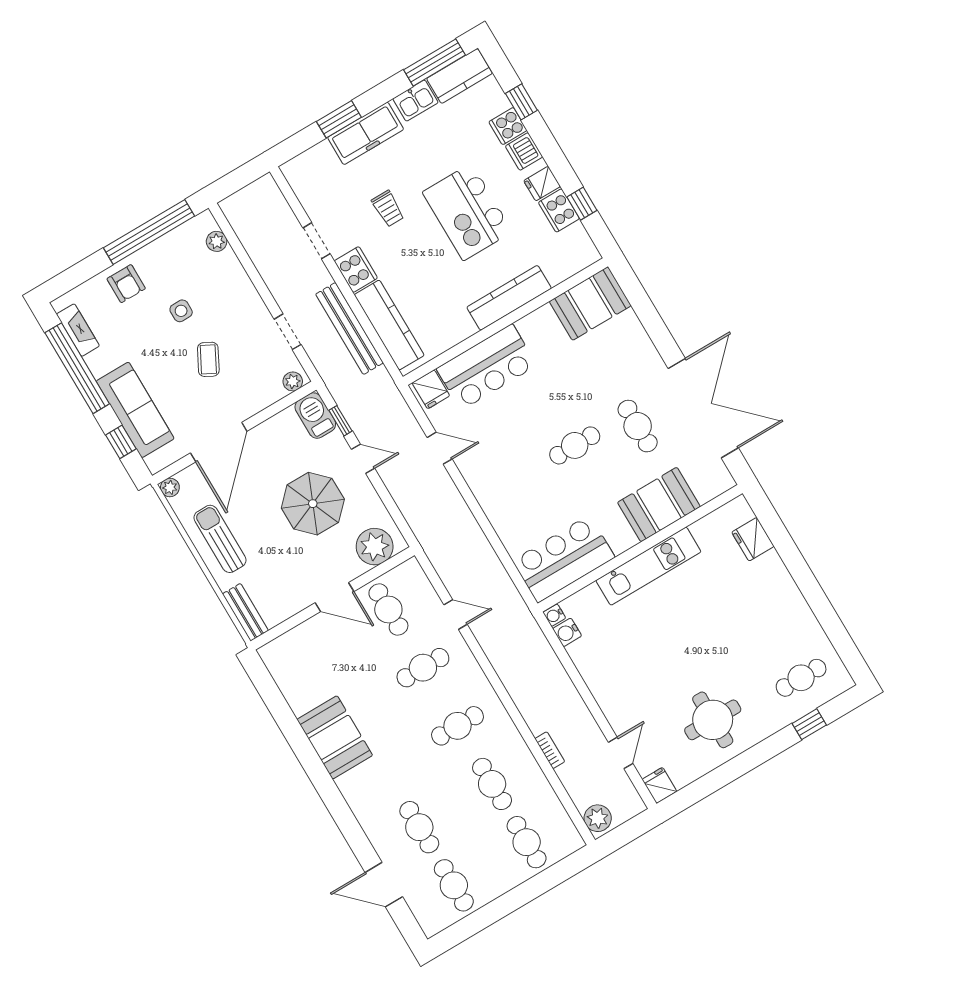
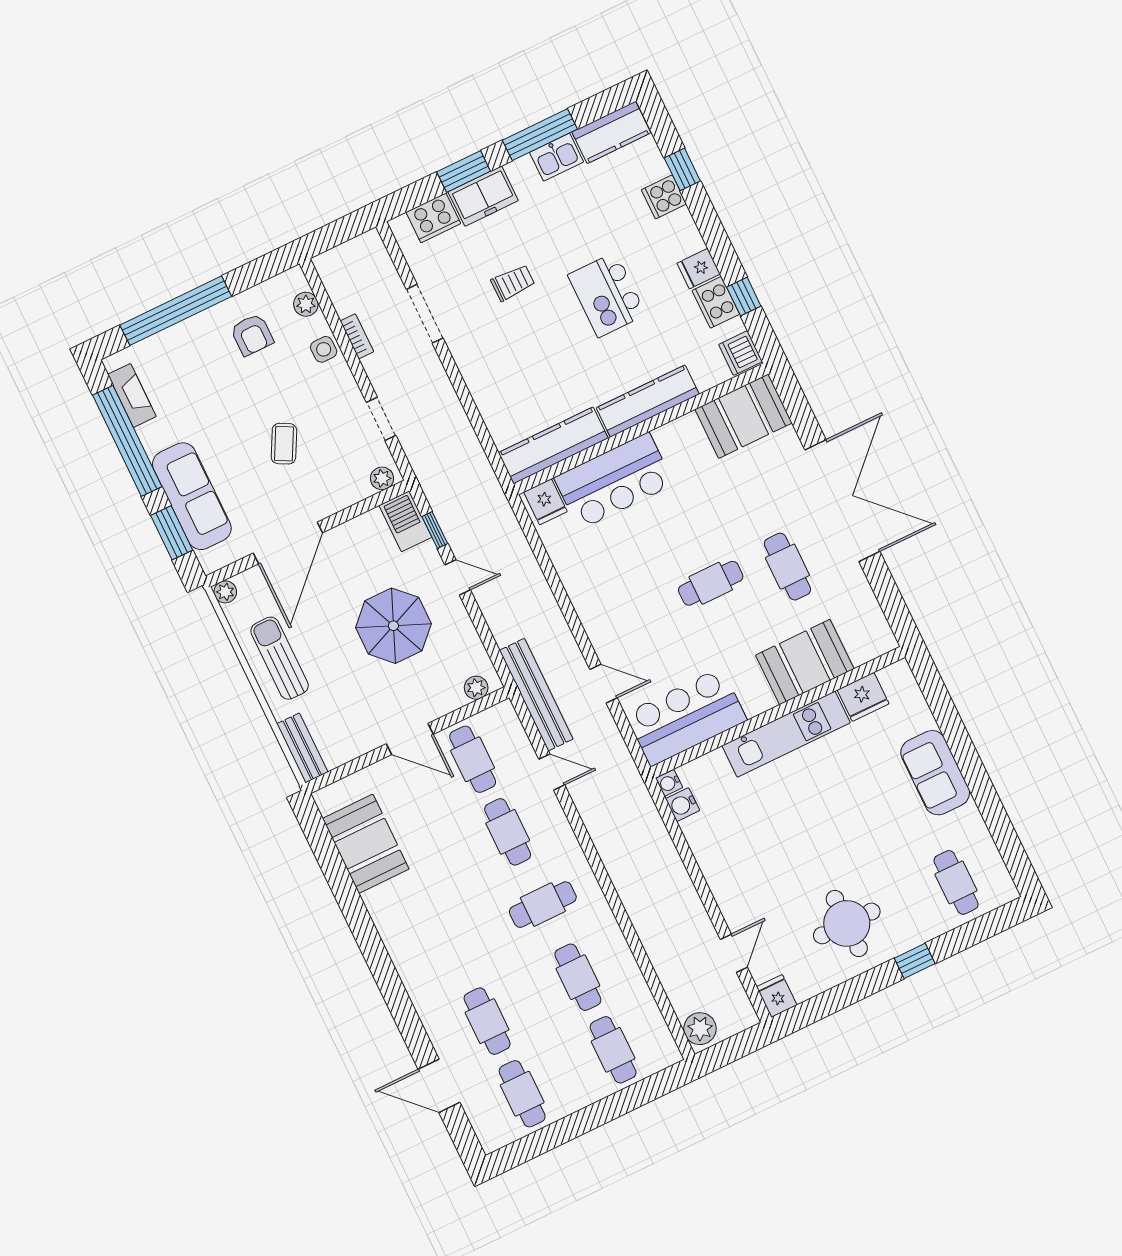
window: (434, 62) -> (540, 135), moved
freezer: (366, 133) -> (483, 196), width x0.71
dishwasher: (524, 151) -> (741, 353), moved
trolley: (388, 209) -> (513, 283), turned -90
kitchen island: (467, 212) -> (607, 295), width x0.73, depth x0.78
window: (149, 232) -> (176, 311), moved
doorway: (317, 241) -> (425, 314), width x1.38
cooker: (356, 269) -> (433, 218), moved, turned 90
armchair: (126, 284) -> (252, 335), moved
side table: (181, 311) -> (324, 349), moved
kitchen counter: (389, 325) -> (553, 446), moved, turned -90
bench: (349, 328) -> (536, 695), moved
double door: (703, 408) -> (842, 501), moved
window: (121, 442) -> (172, 533), width x1.50
door: (440, 448) -> (604, 684), moved
fridge: (753, 539) -> (863, 697), moved, turned -90
plant: (375, 547) -> (476, 688), width x0.53, depth x0.53
sofa: (776, 588) -> (935, 773), added
cafe table: (423, 668) -> (508, 832), turned 90
cafe table: (801, 678) -> (956, 882), turned 90
window: (809, 724) -> (915, 961), moved
booth: (335, 737) -> (366, 844), moved
bookcase: (550, 750) -> (357, 336), moved

